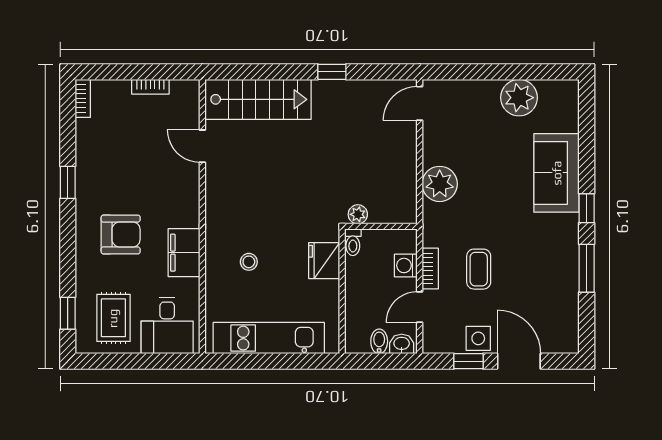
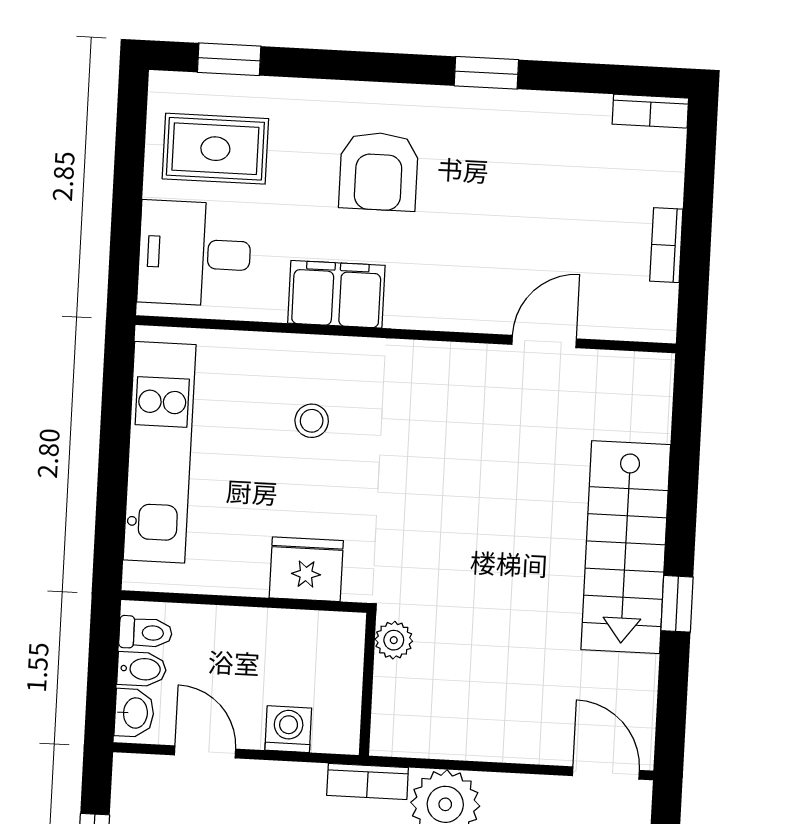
stairs: (258, 99) -> (626, 547), moved
toilet: (353, 242) -> (145, 633), moved, turned 180
bookcase: (430, 269) -> (368, 781), moved

